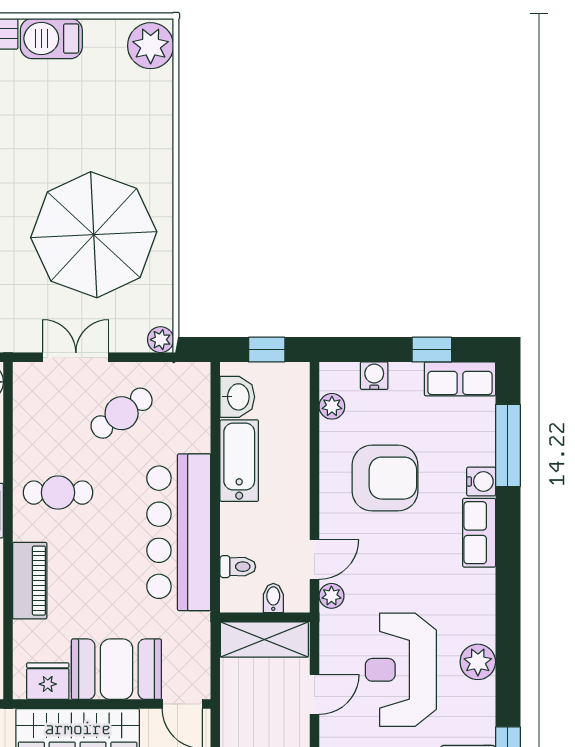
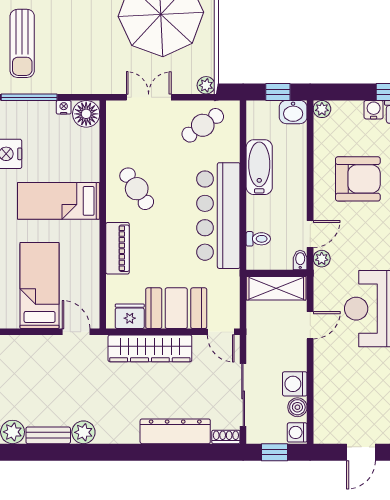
water cooler: (374, 376) -> (374, 110), moved
washbasin: (237, 397) -> (293, 112), moved, turned 90
plant: (332, 406) -> (322, 109), moved
cafe table: (122, 413) -> (203, 125), moved
cafe table: (58, 493) -> (137, 189), turned 56
bidet: (273, 598) -> (300, 260), moved

